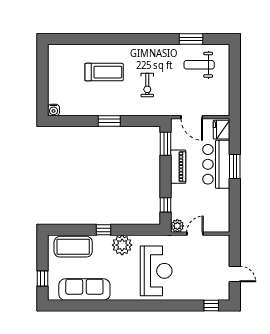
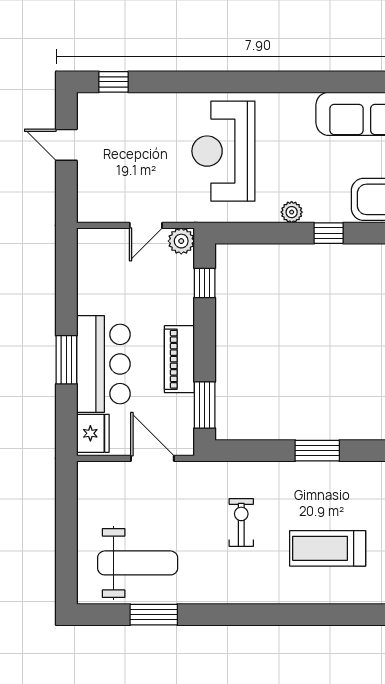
weight bench: (199, 65) -> (138, 563), width x1.36, depth x1.33
plant: (122, 245) -> (292, 212), width x0.53, depth x0.53

